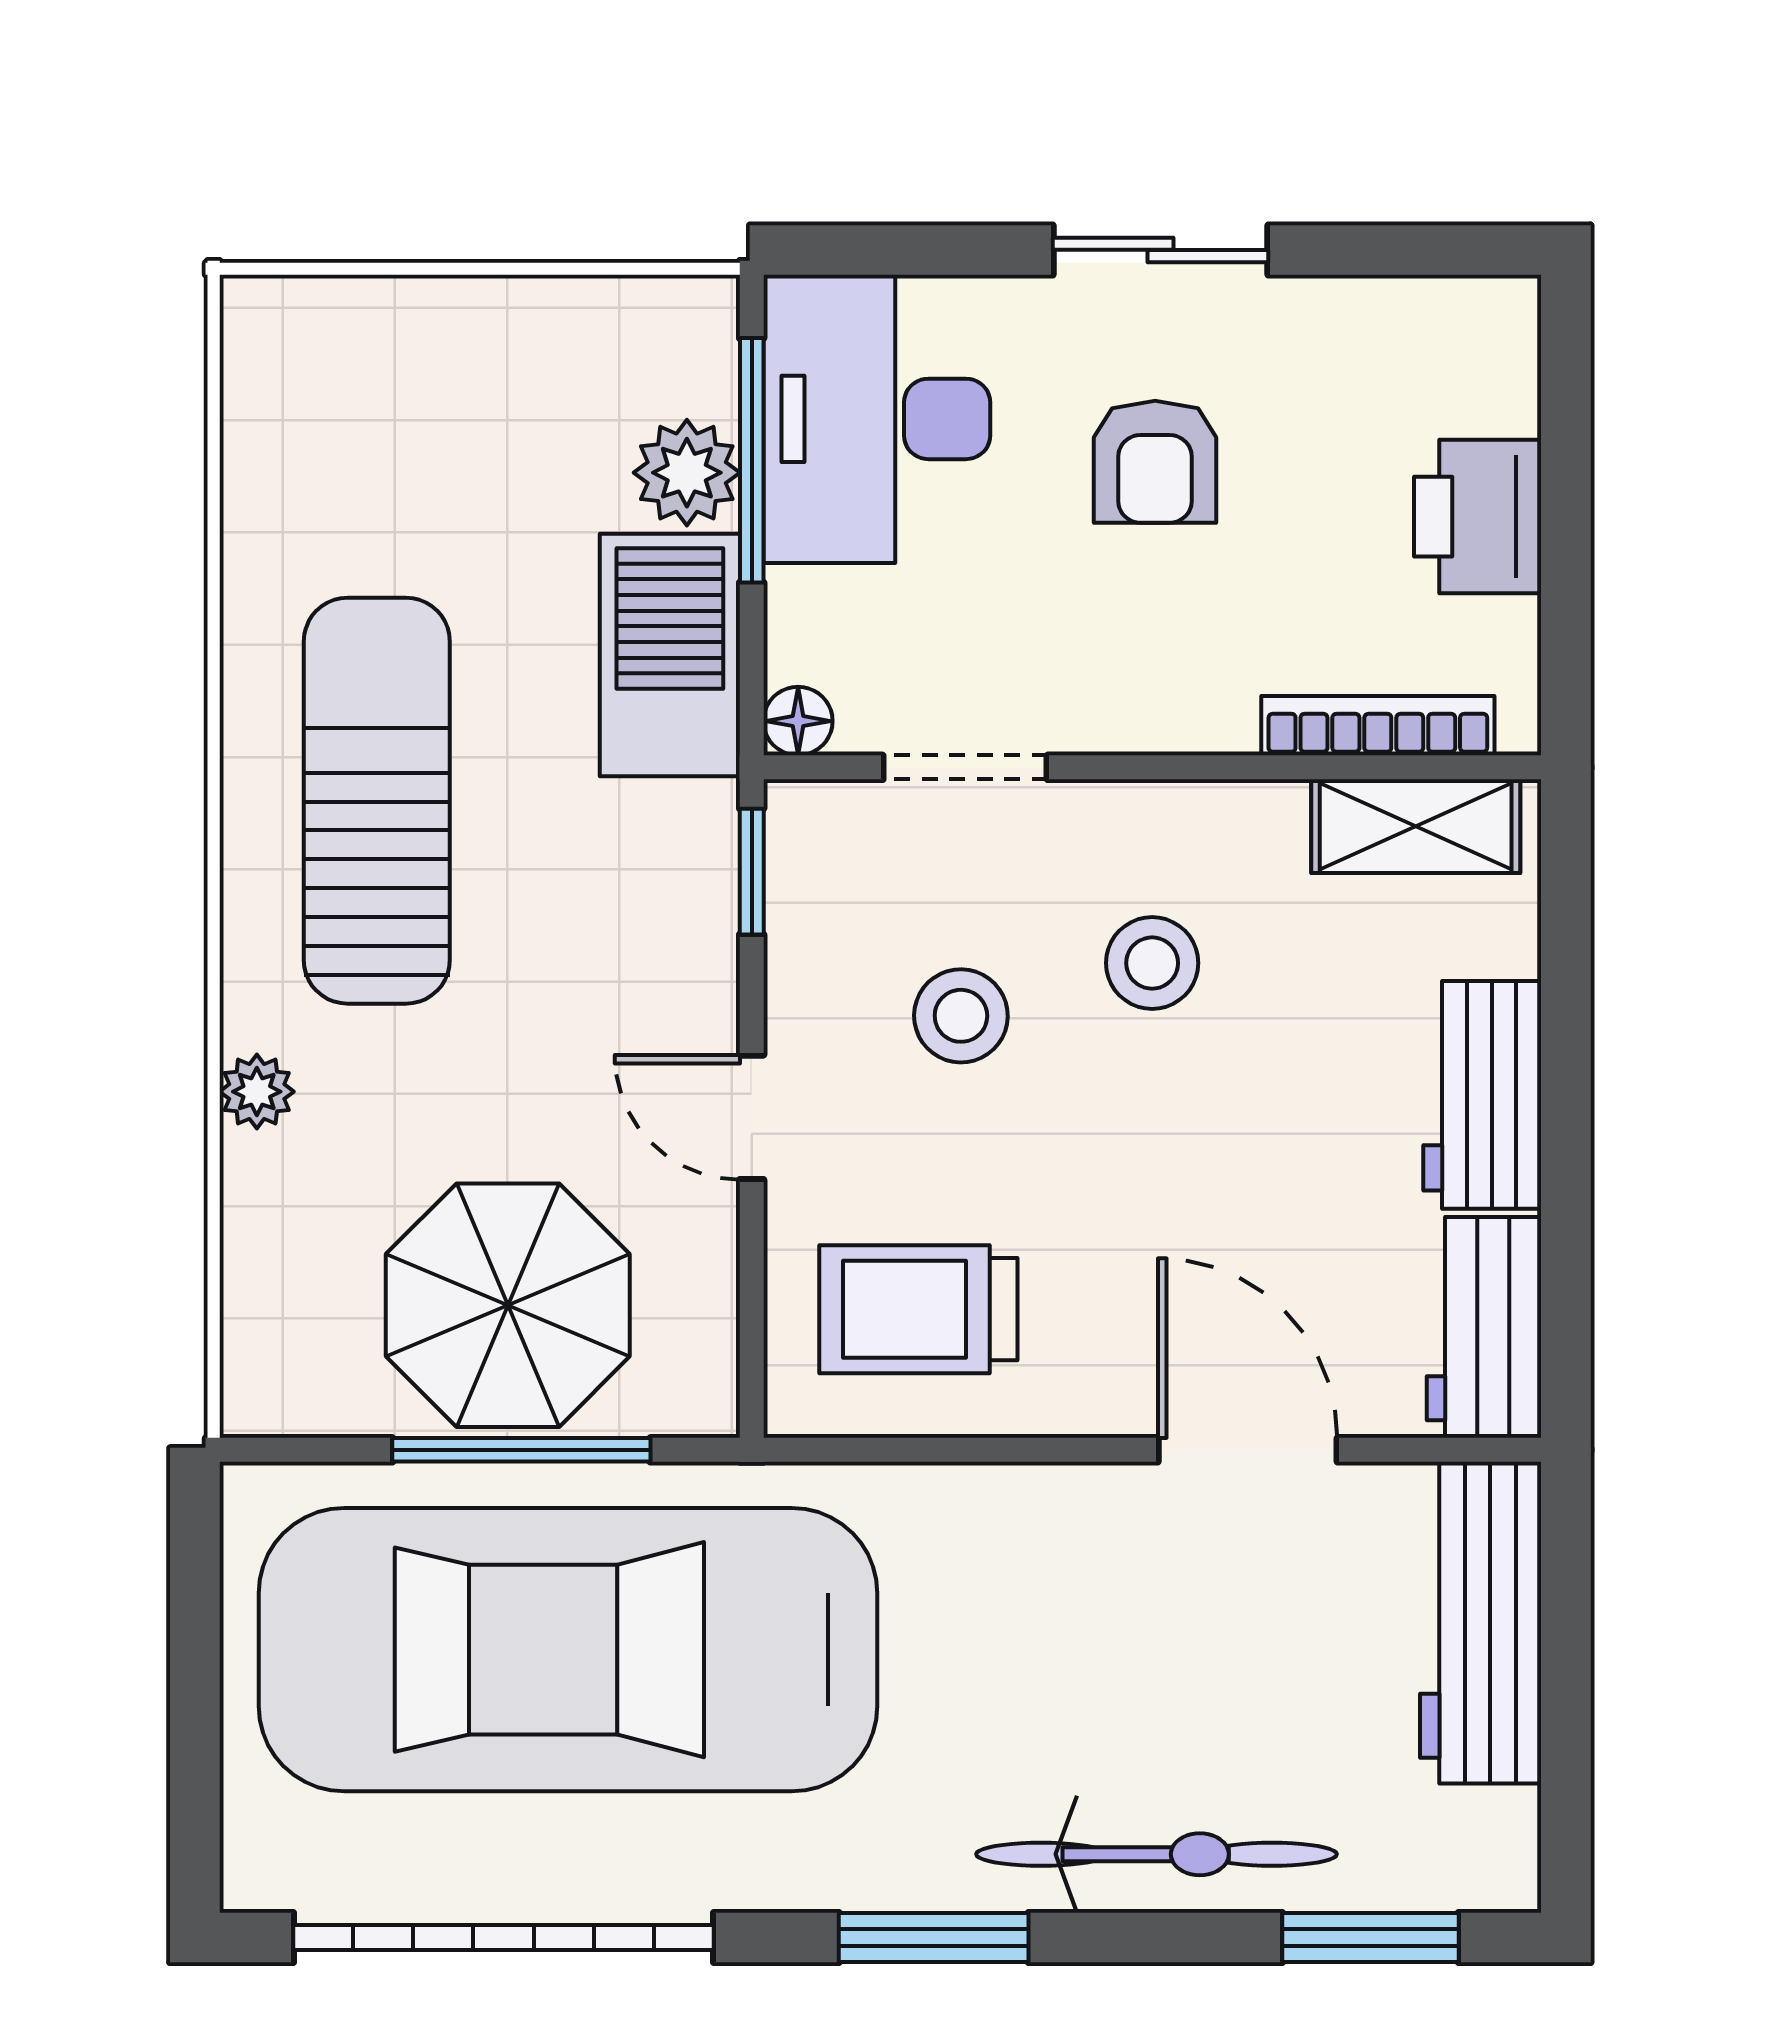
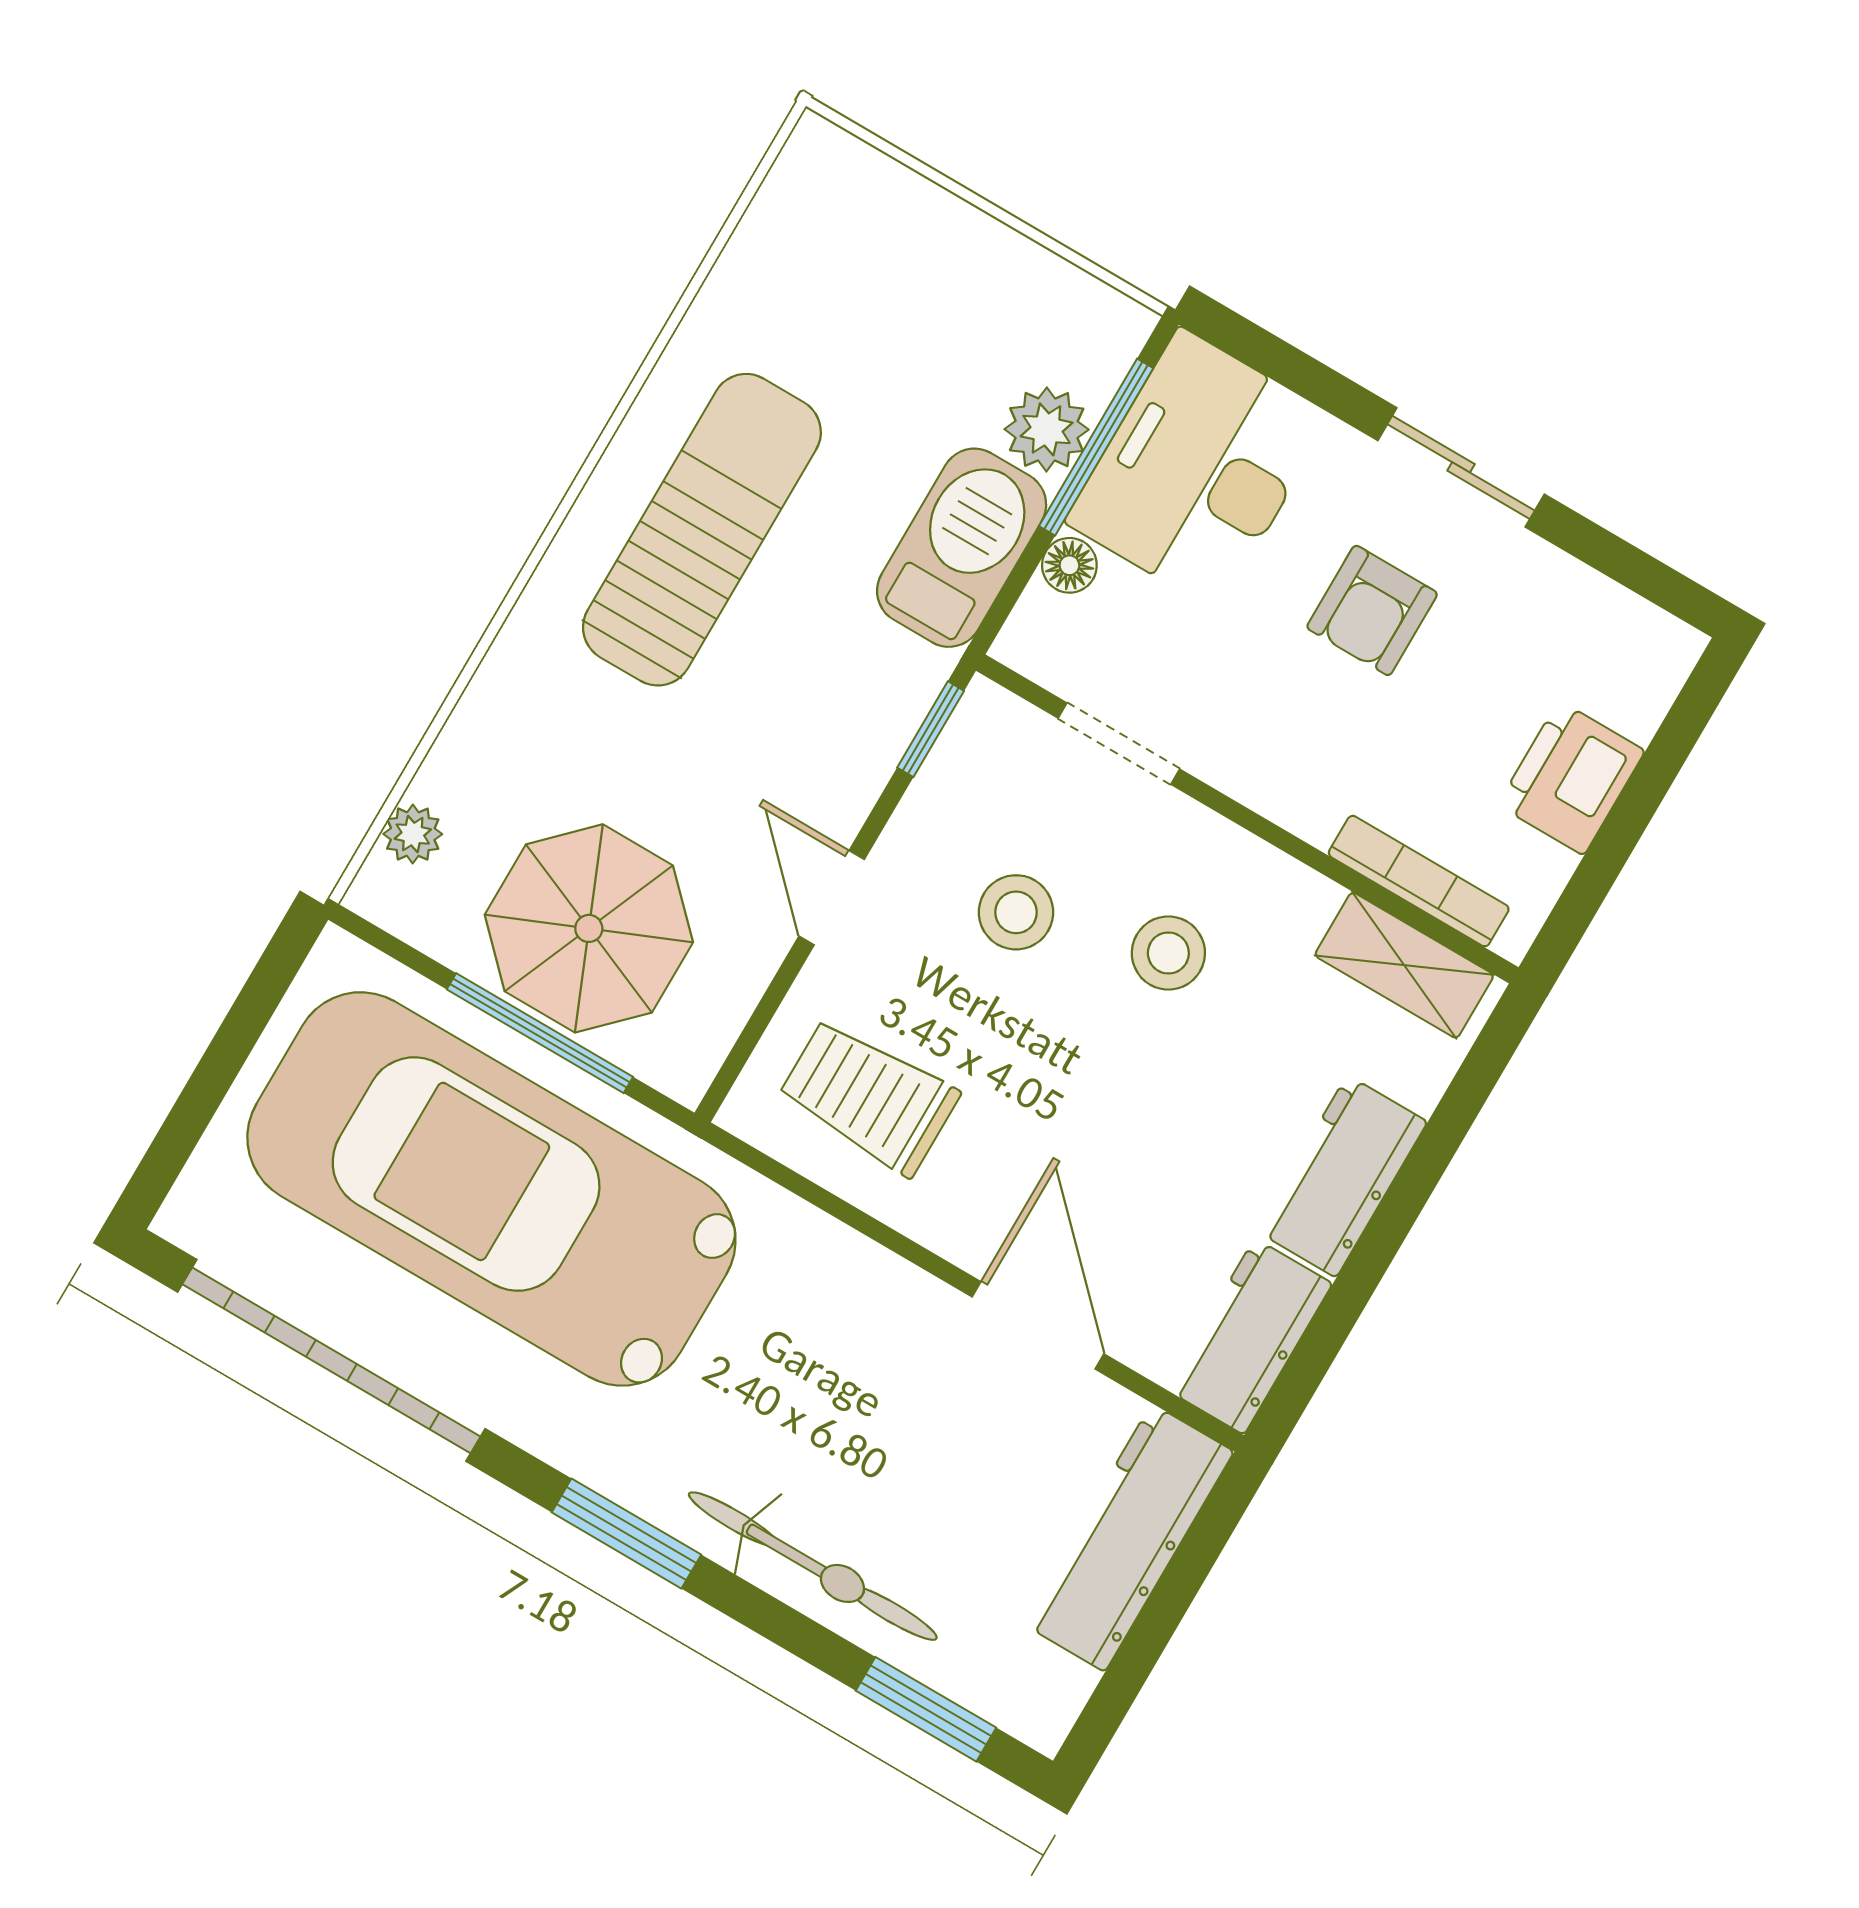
floor lamp: (798, 721) -> (1069, 565), moved
plant: (257, 1092) -> (413, 834), moved

